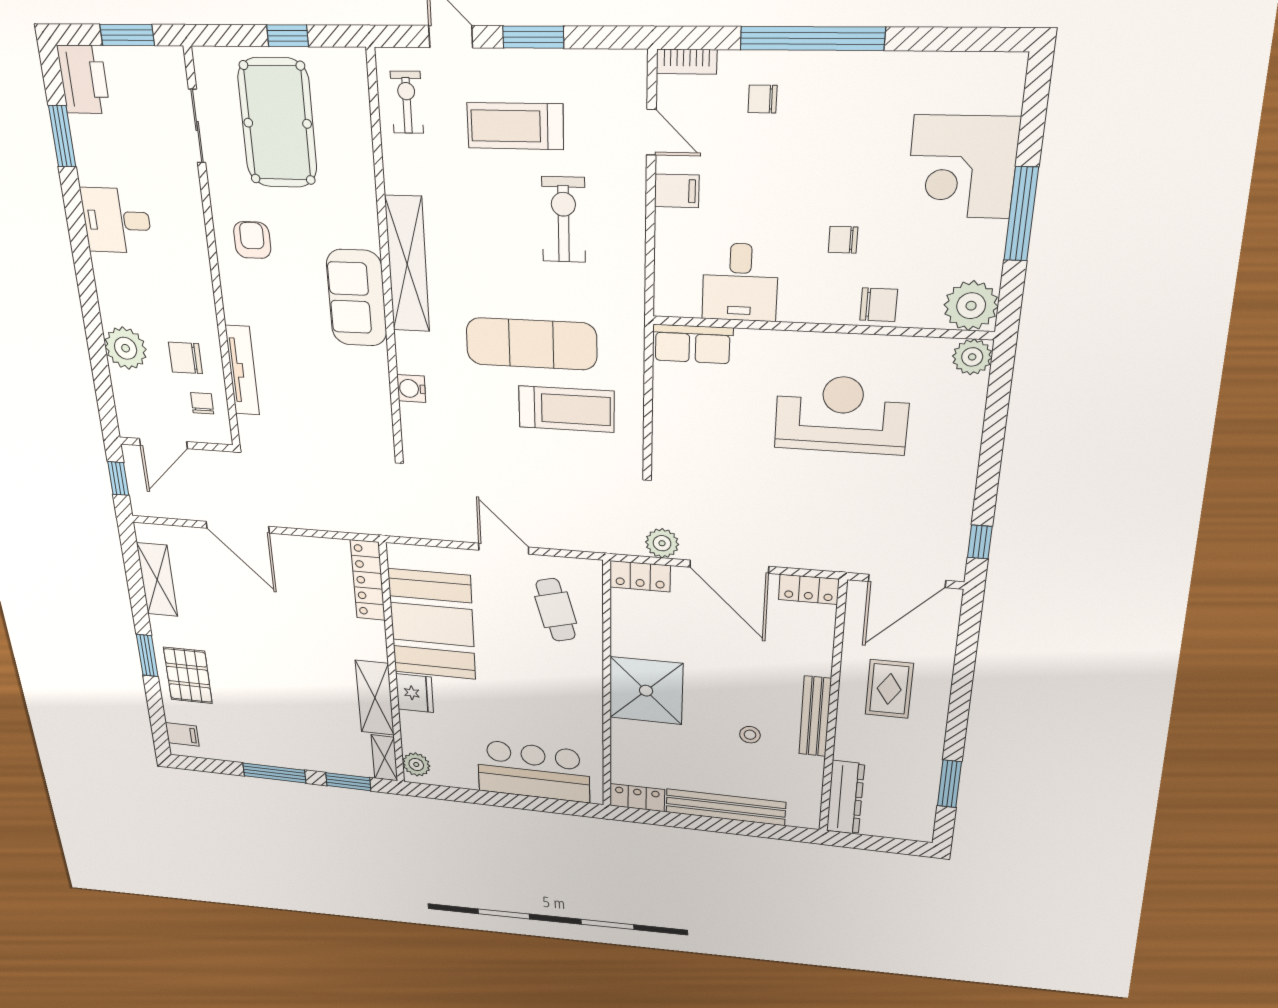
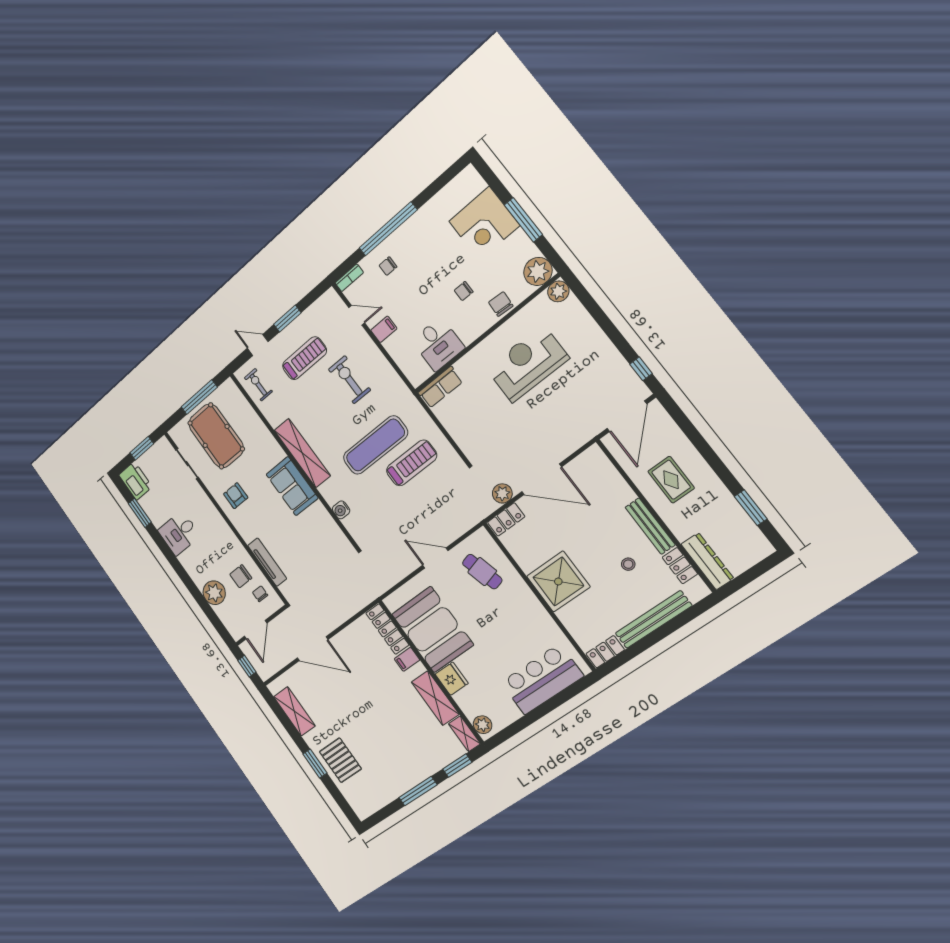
window: (288, 36) -> (199, 397), width x2.17
treadmill: (515, 126) -> (304, 358), turned 180
chair: (879, 305) -> (501, 304), turned -86
locker: (809, 589) -> (680, 566), moved, turned 90
filing cabinet: (182, 734) -> (407, 659), moved, turned 180

